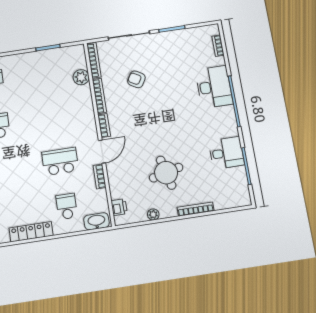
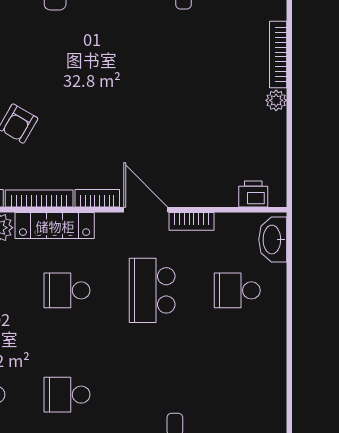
school desk: (54, 117) -> (67, 290), added
round table: (166, 173) -> (203, 97), removed
plant: (153, 214) -> (276, 100), moved
locker: (31, 232) -> (55, 226), moved, turned -90

